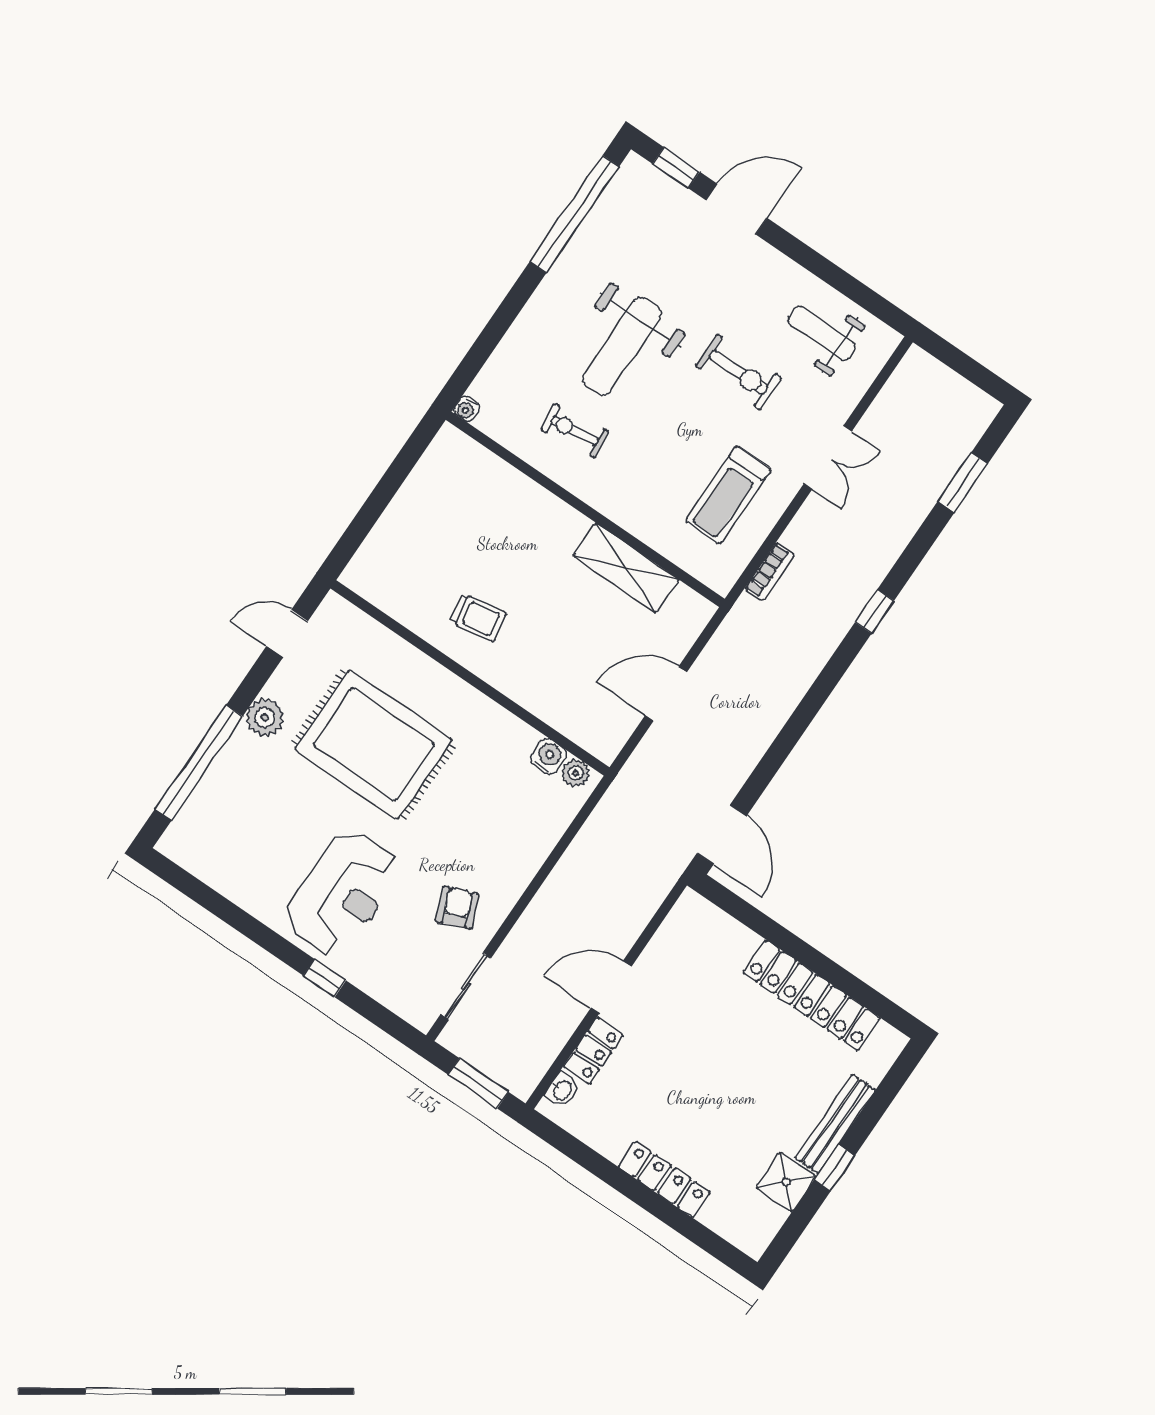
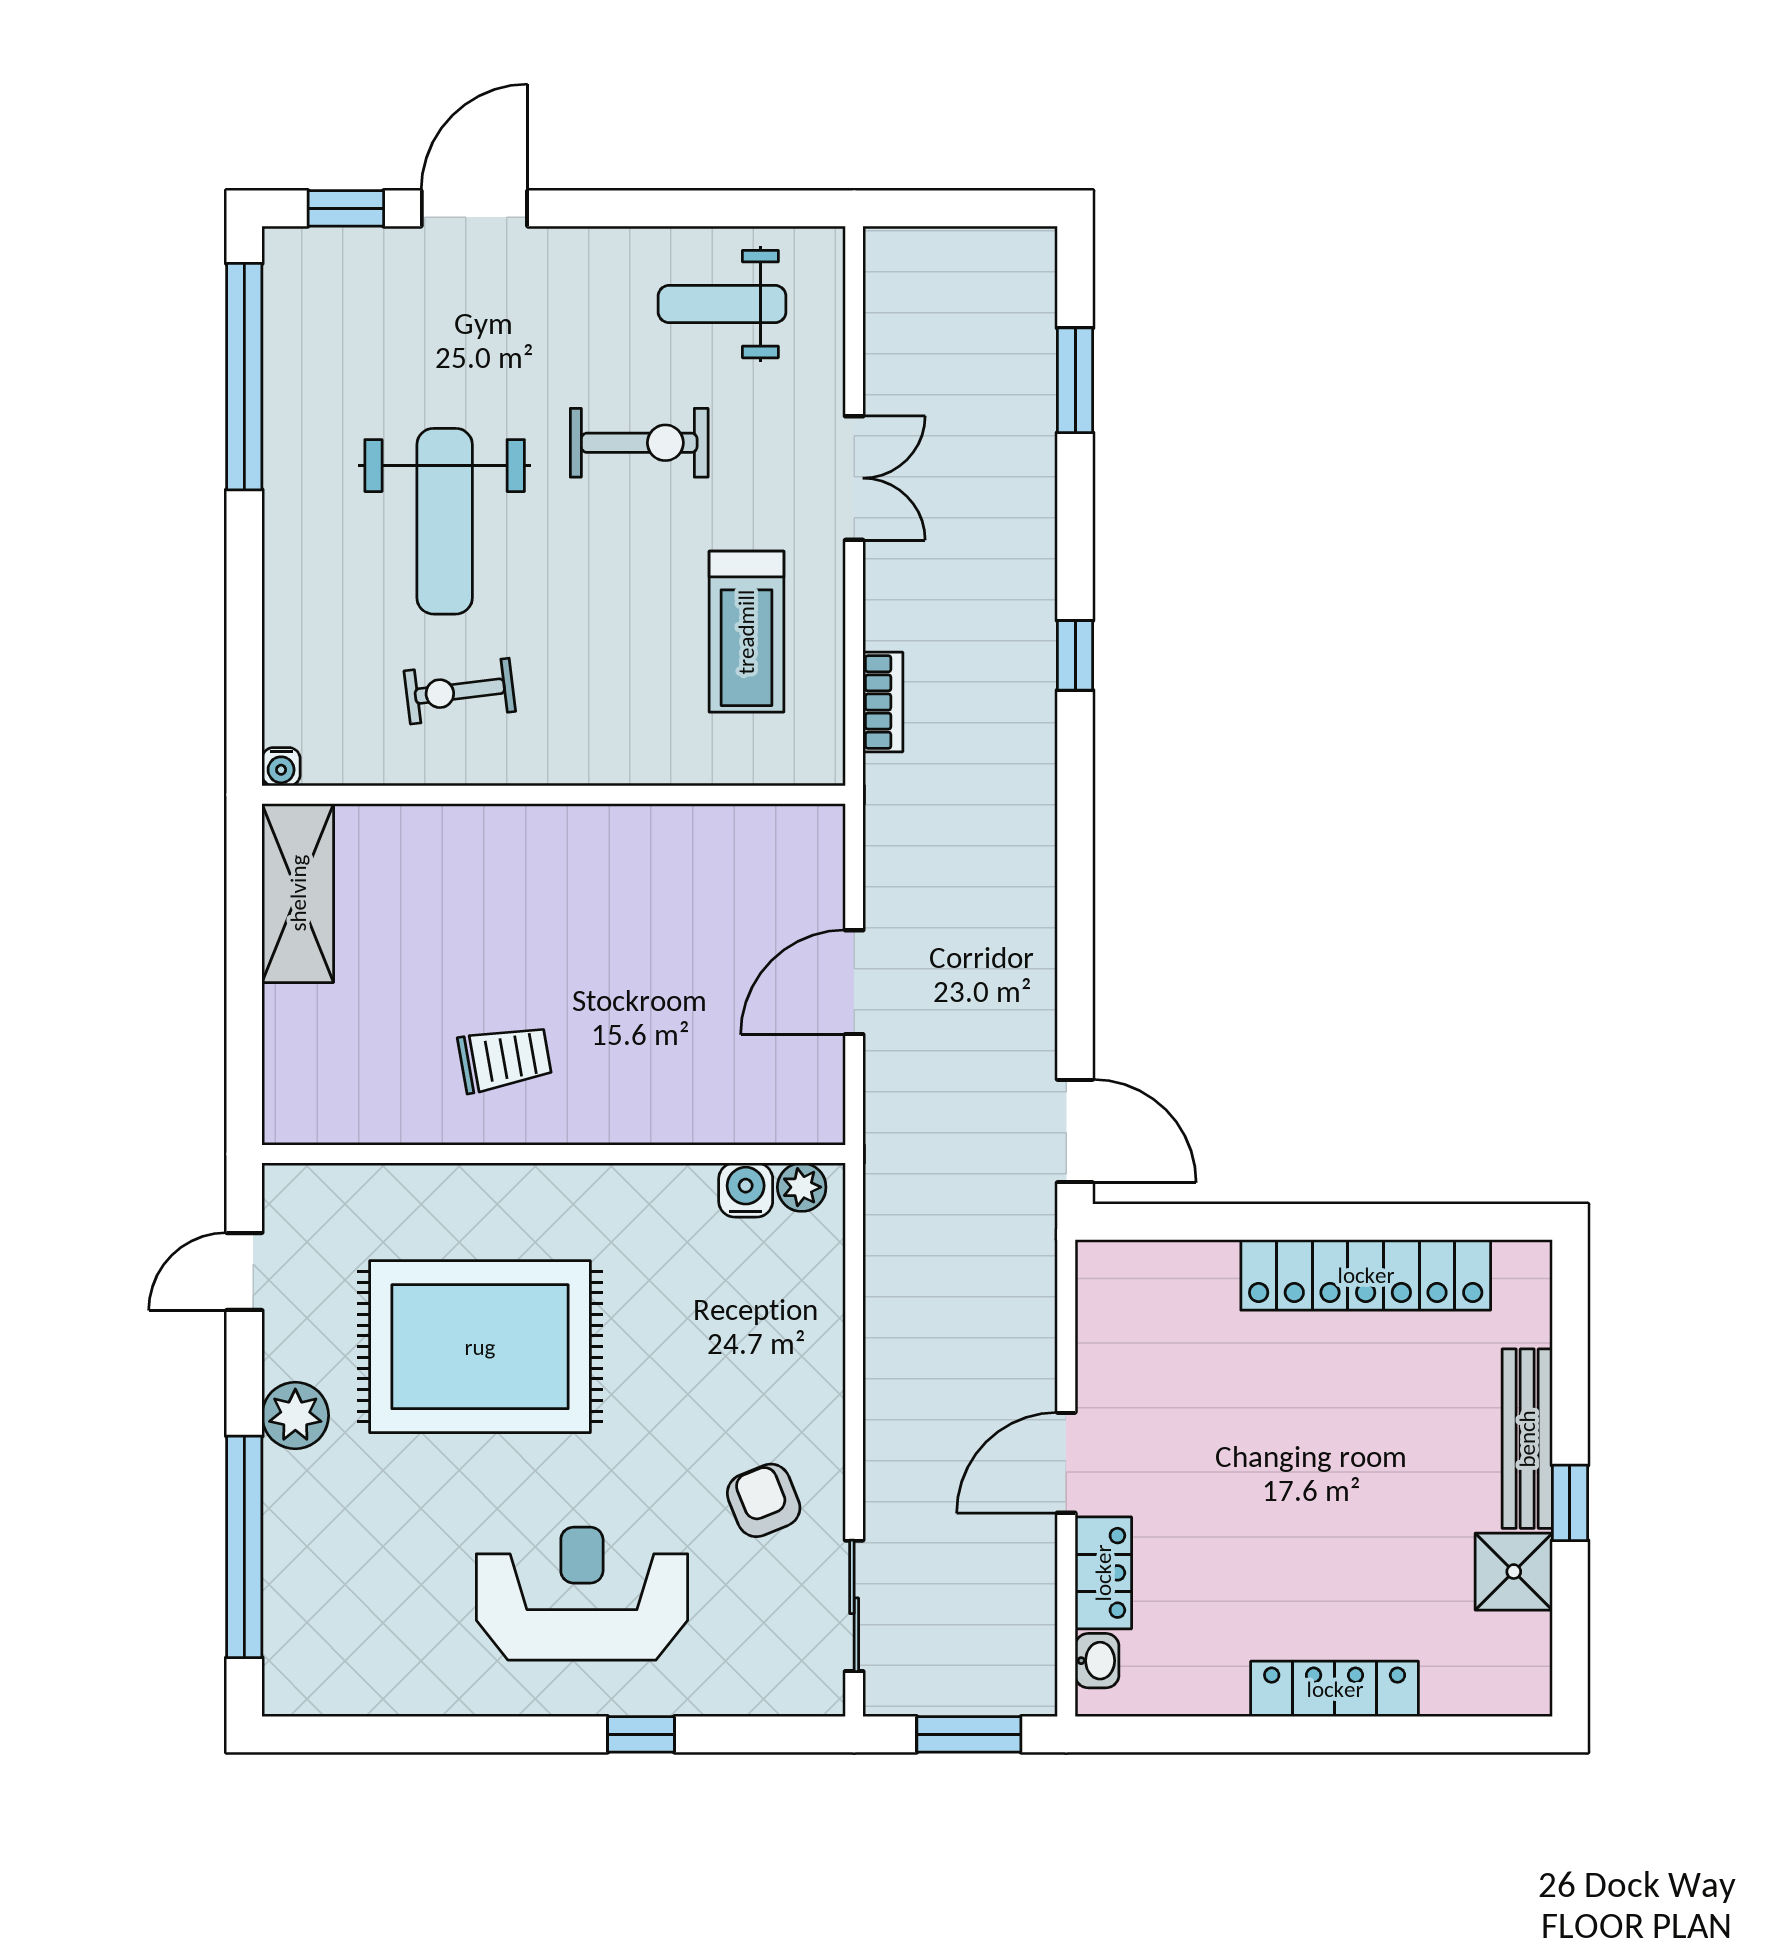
shelving: (626, 568) -> (298, 893), moved, turned 90
reception desk: (342, 893) -> (582, 1594), turned -90

